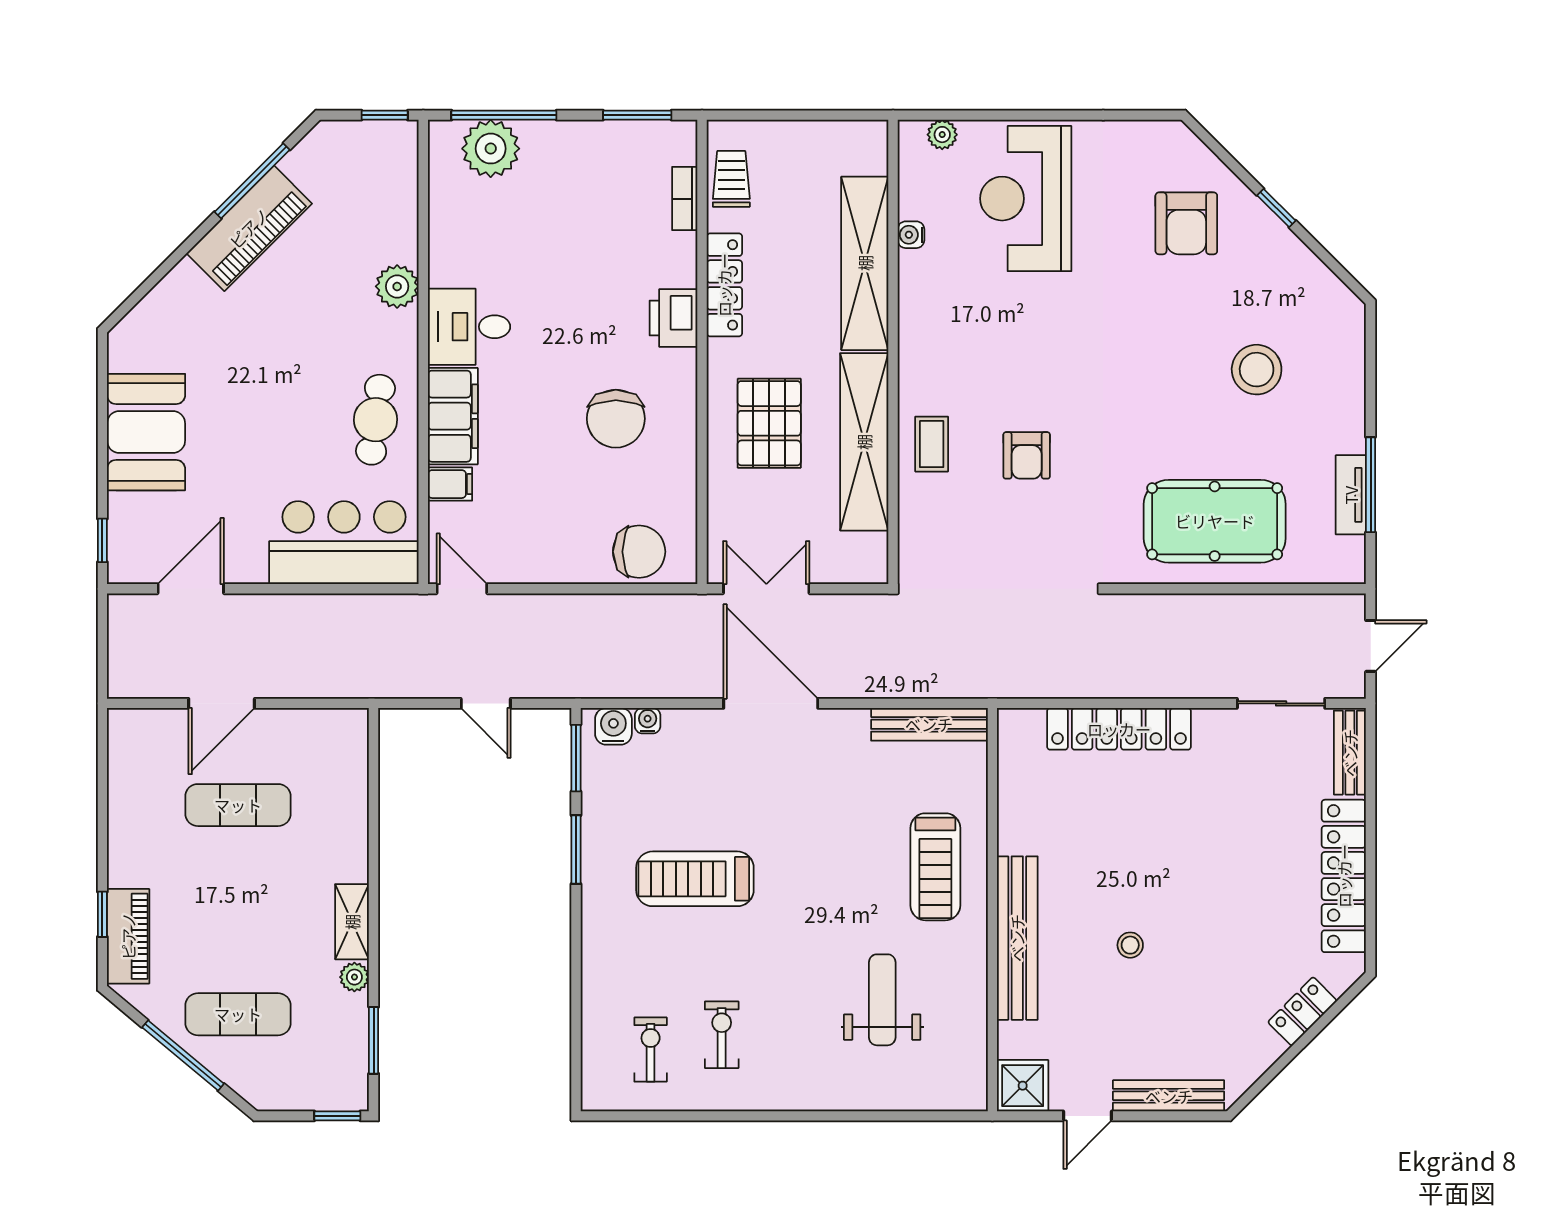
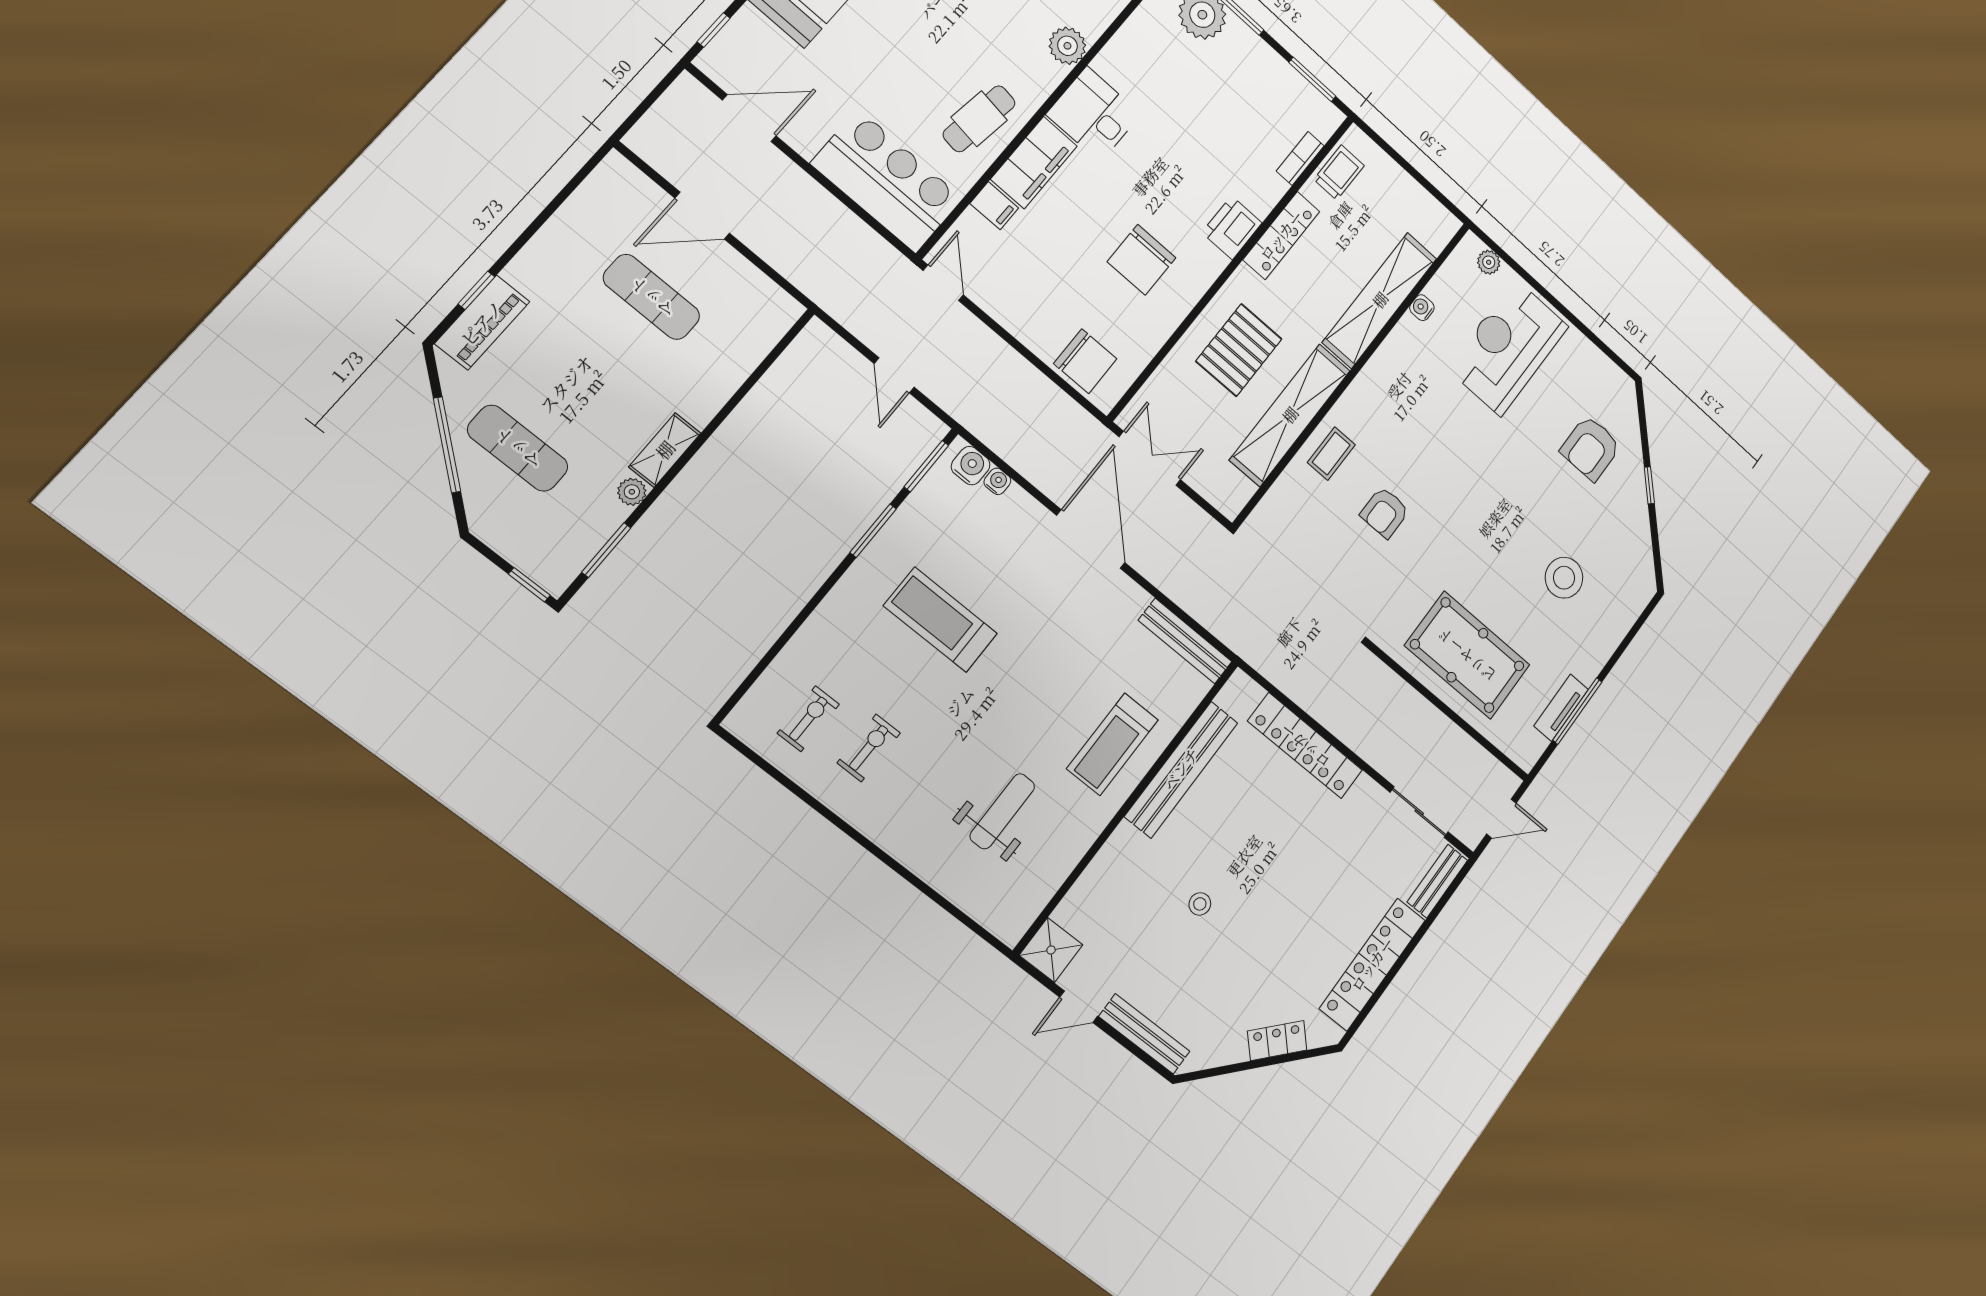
bench: (1017, 938) -> (1181, 769), moved

